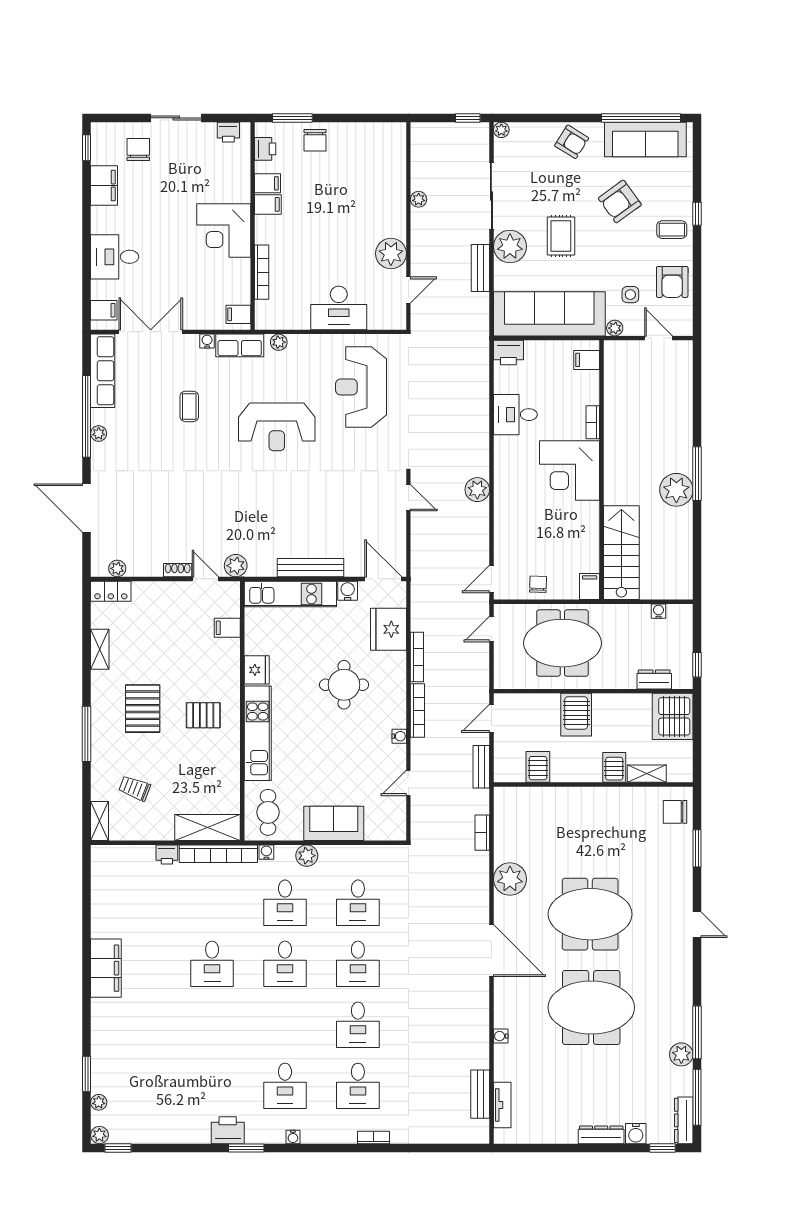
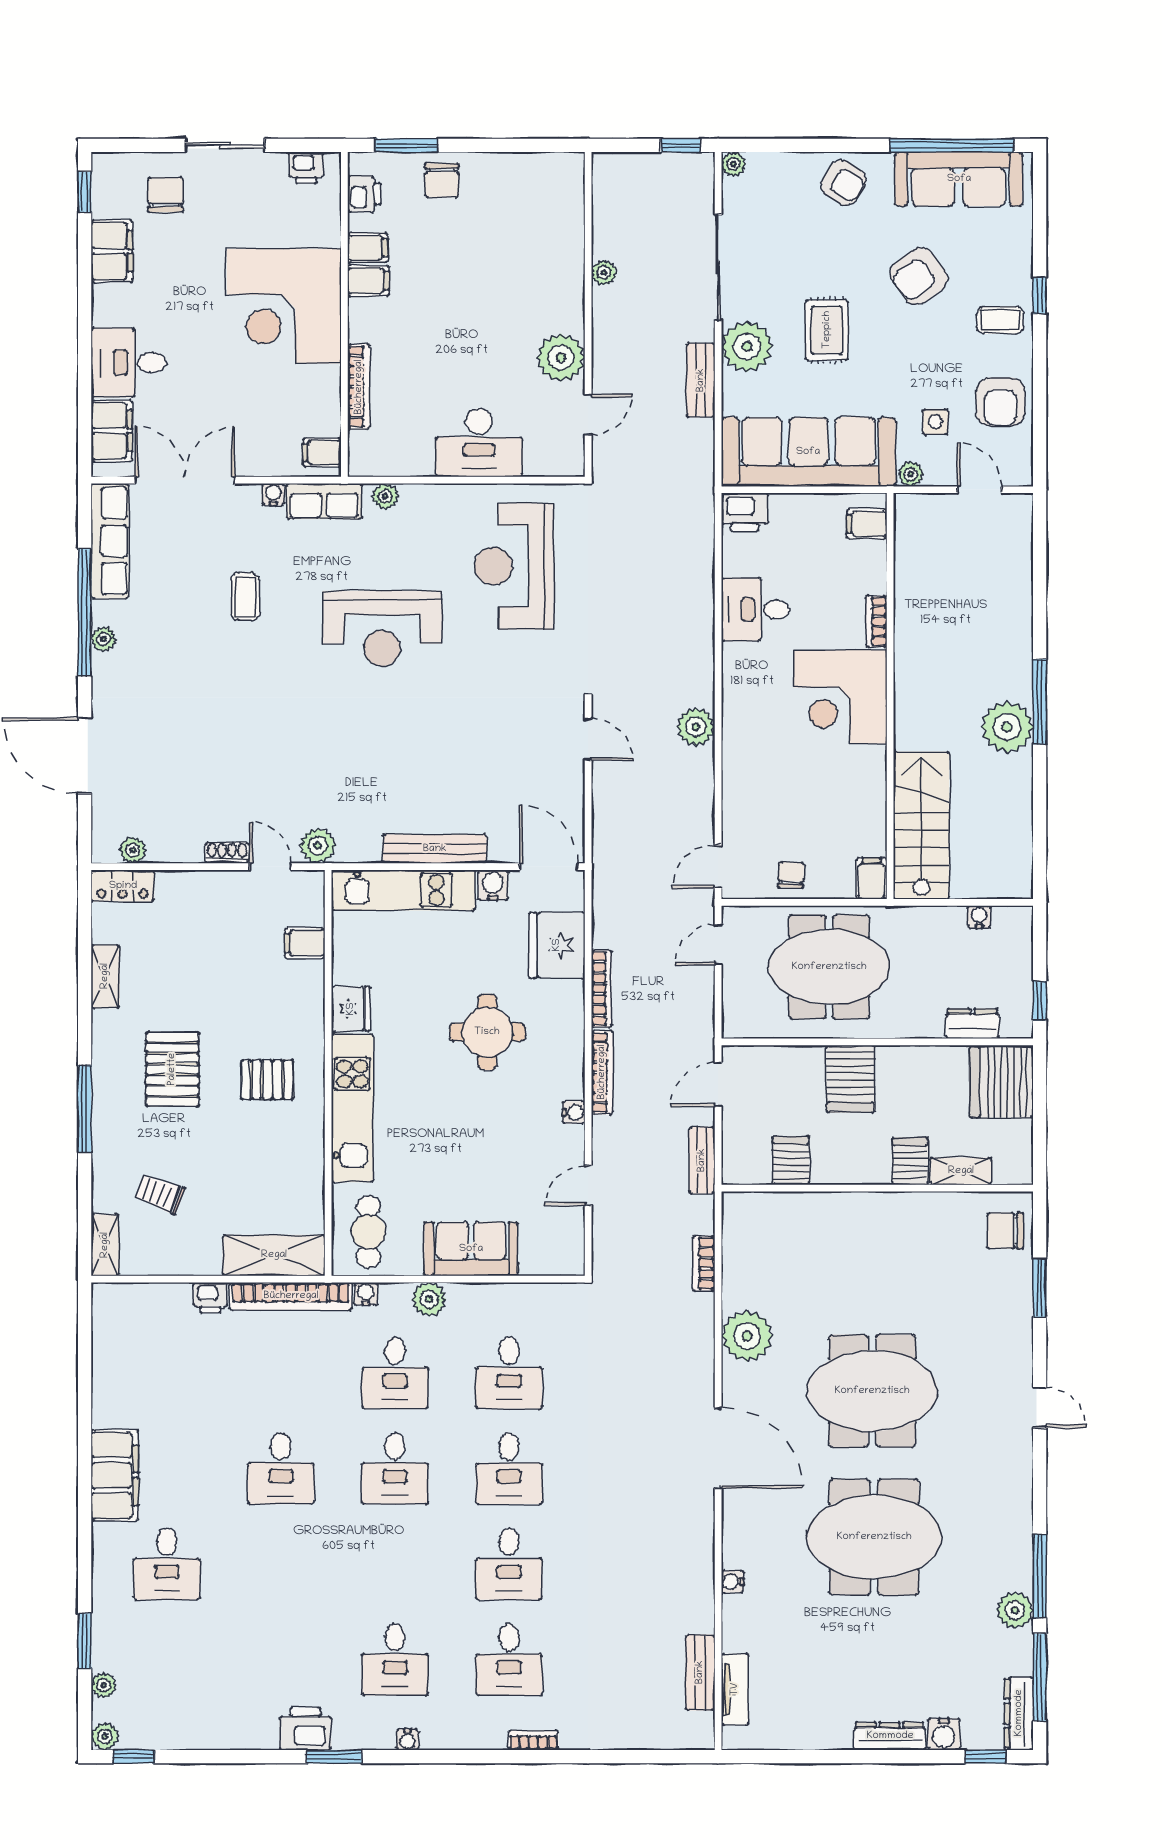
corner desk: (224, 230) -> (284, 306), width x1.36, depth x1.36
filing cabinet: (104, 310) -> (112, 431), width x2.00
desk: (139, 1025) -> (167, 1564), added

